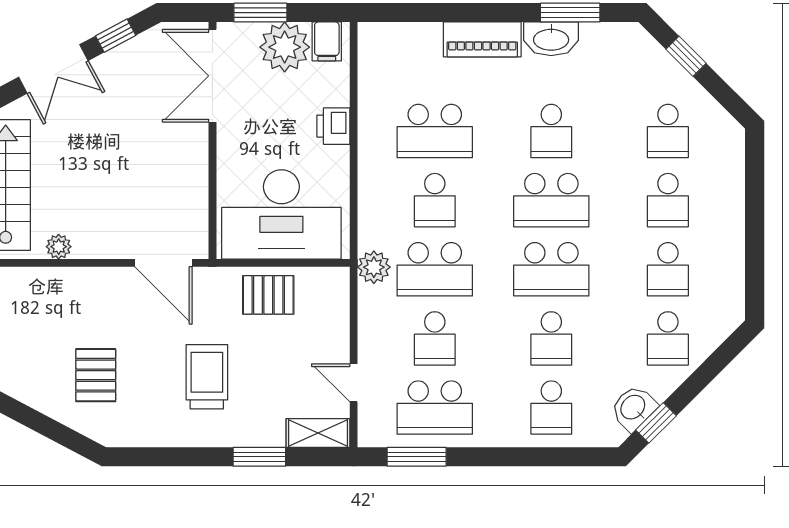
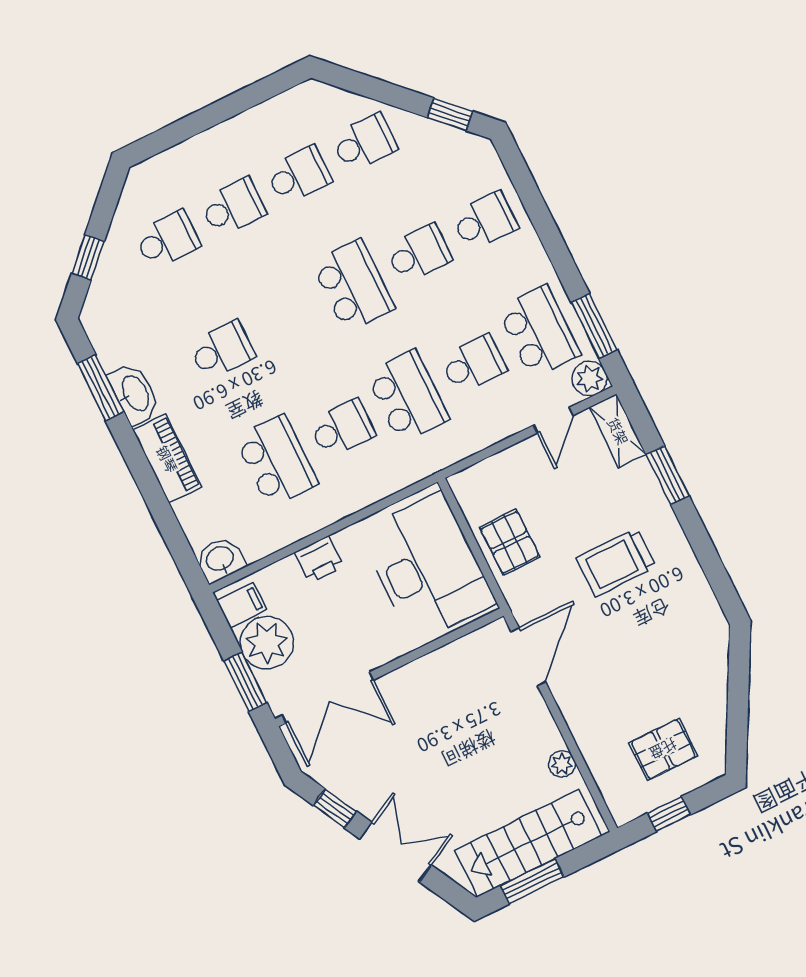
school desk: (551, 200) -> (288, 318), removed
plant: (374, 267) -> (590, 379), moved
pallet: (96, 375) -> (663, 749), moved
washbasin: (634, 408) -> (220, 559), moved, turned 135

